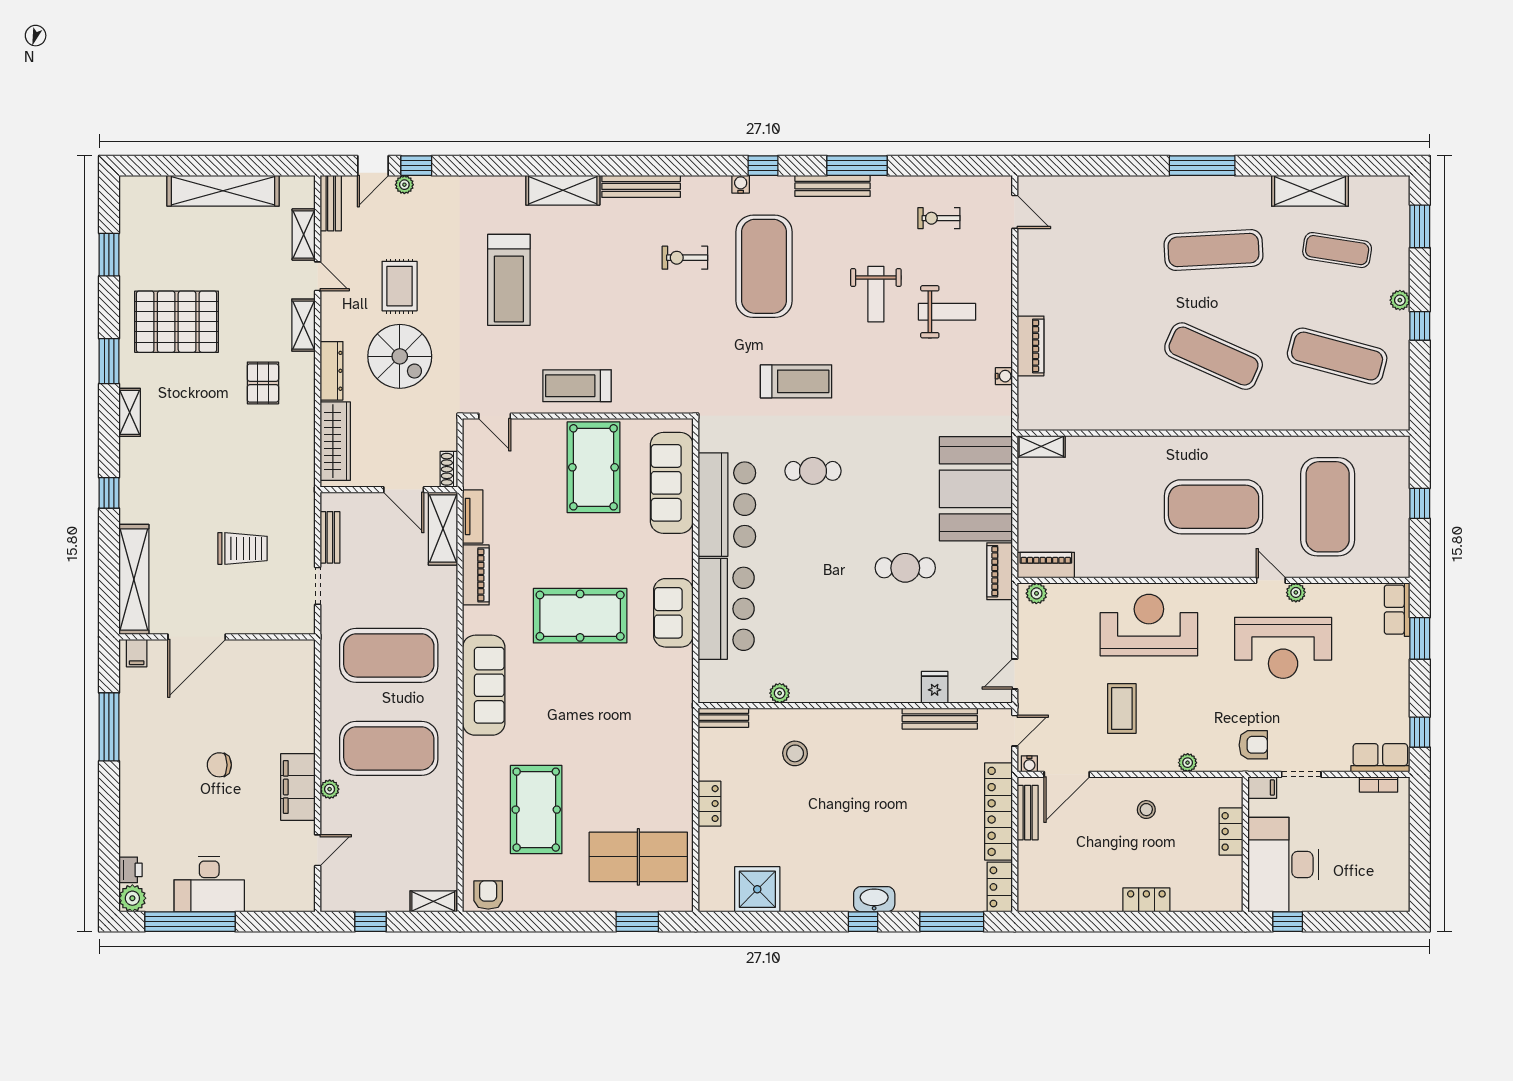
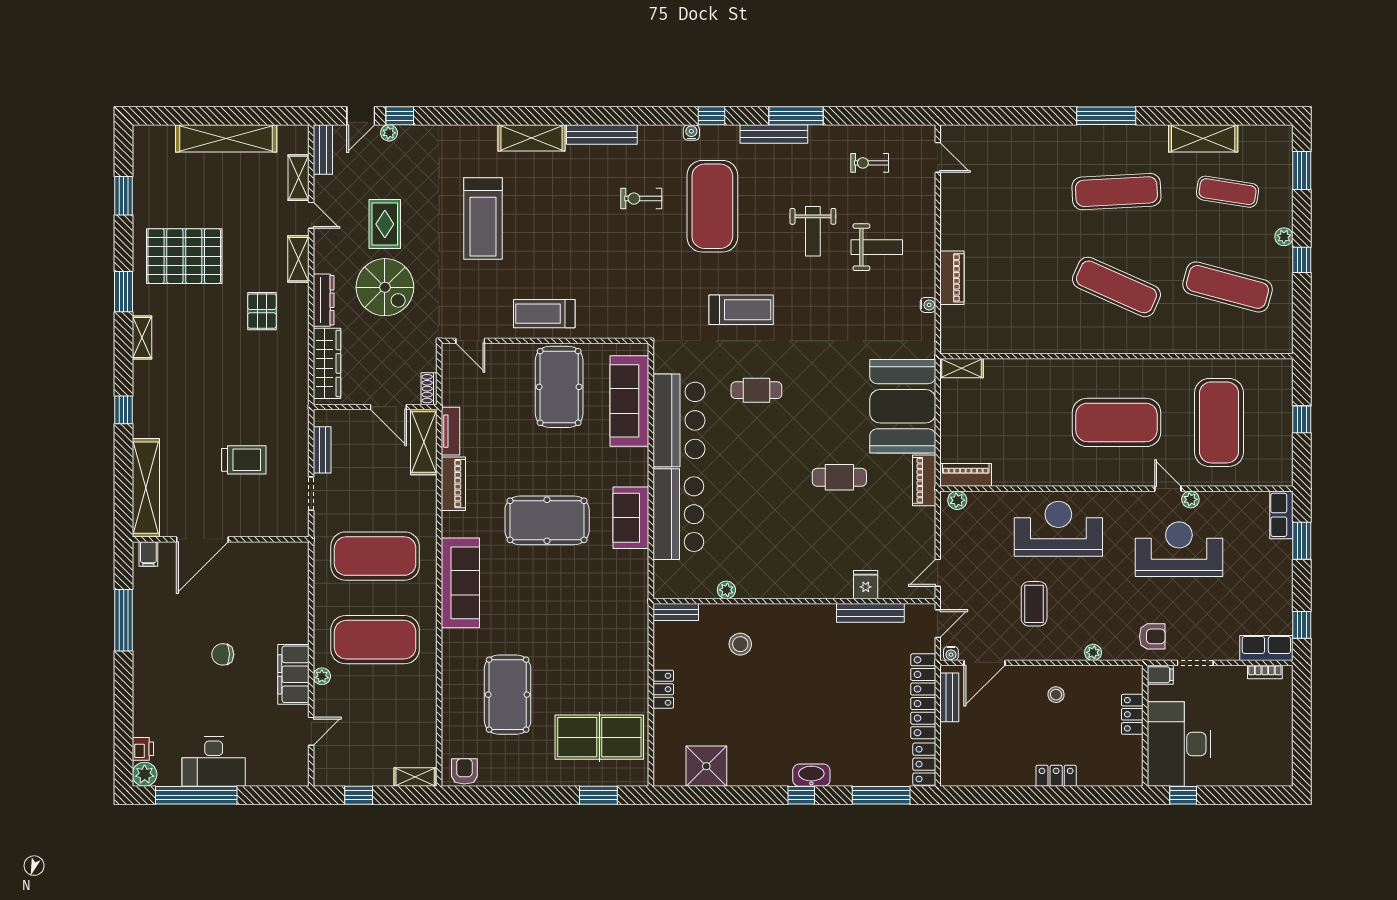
reception desk: (1283, 648) -> (1179, 549), turned 180

